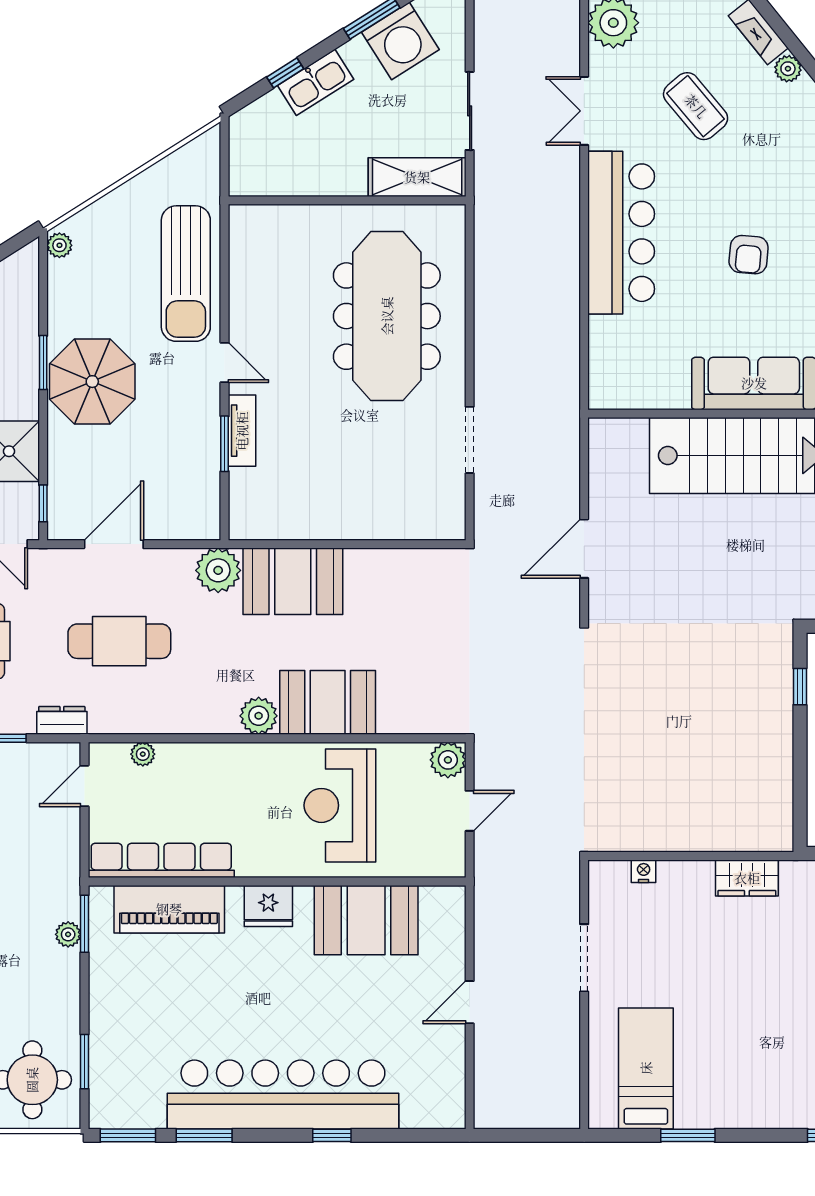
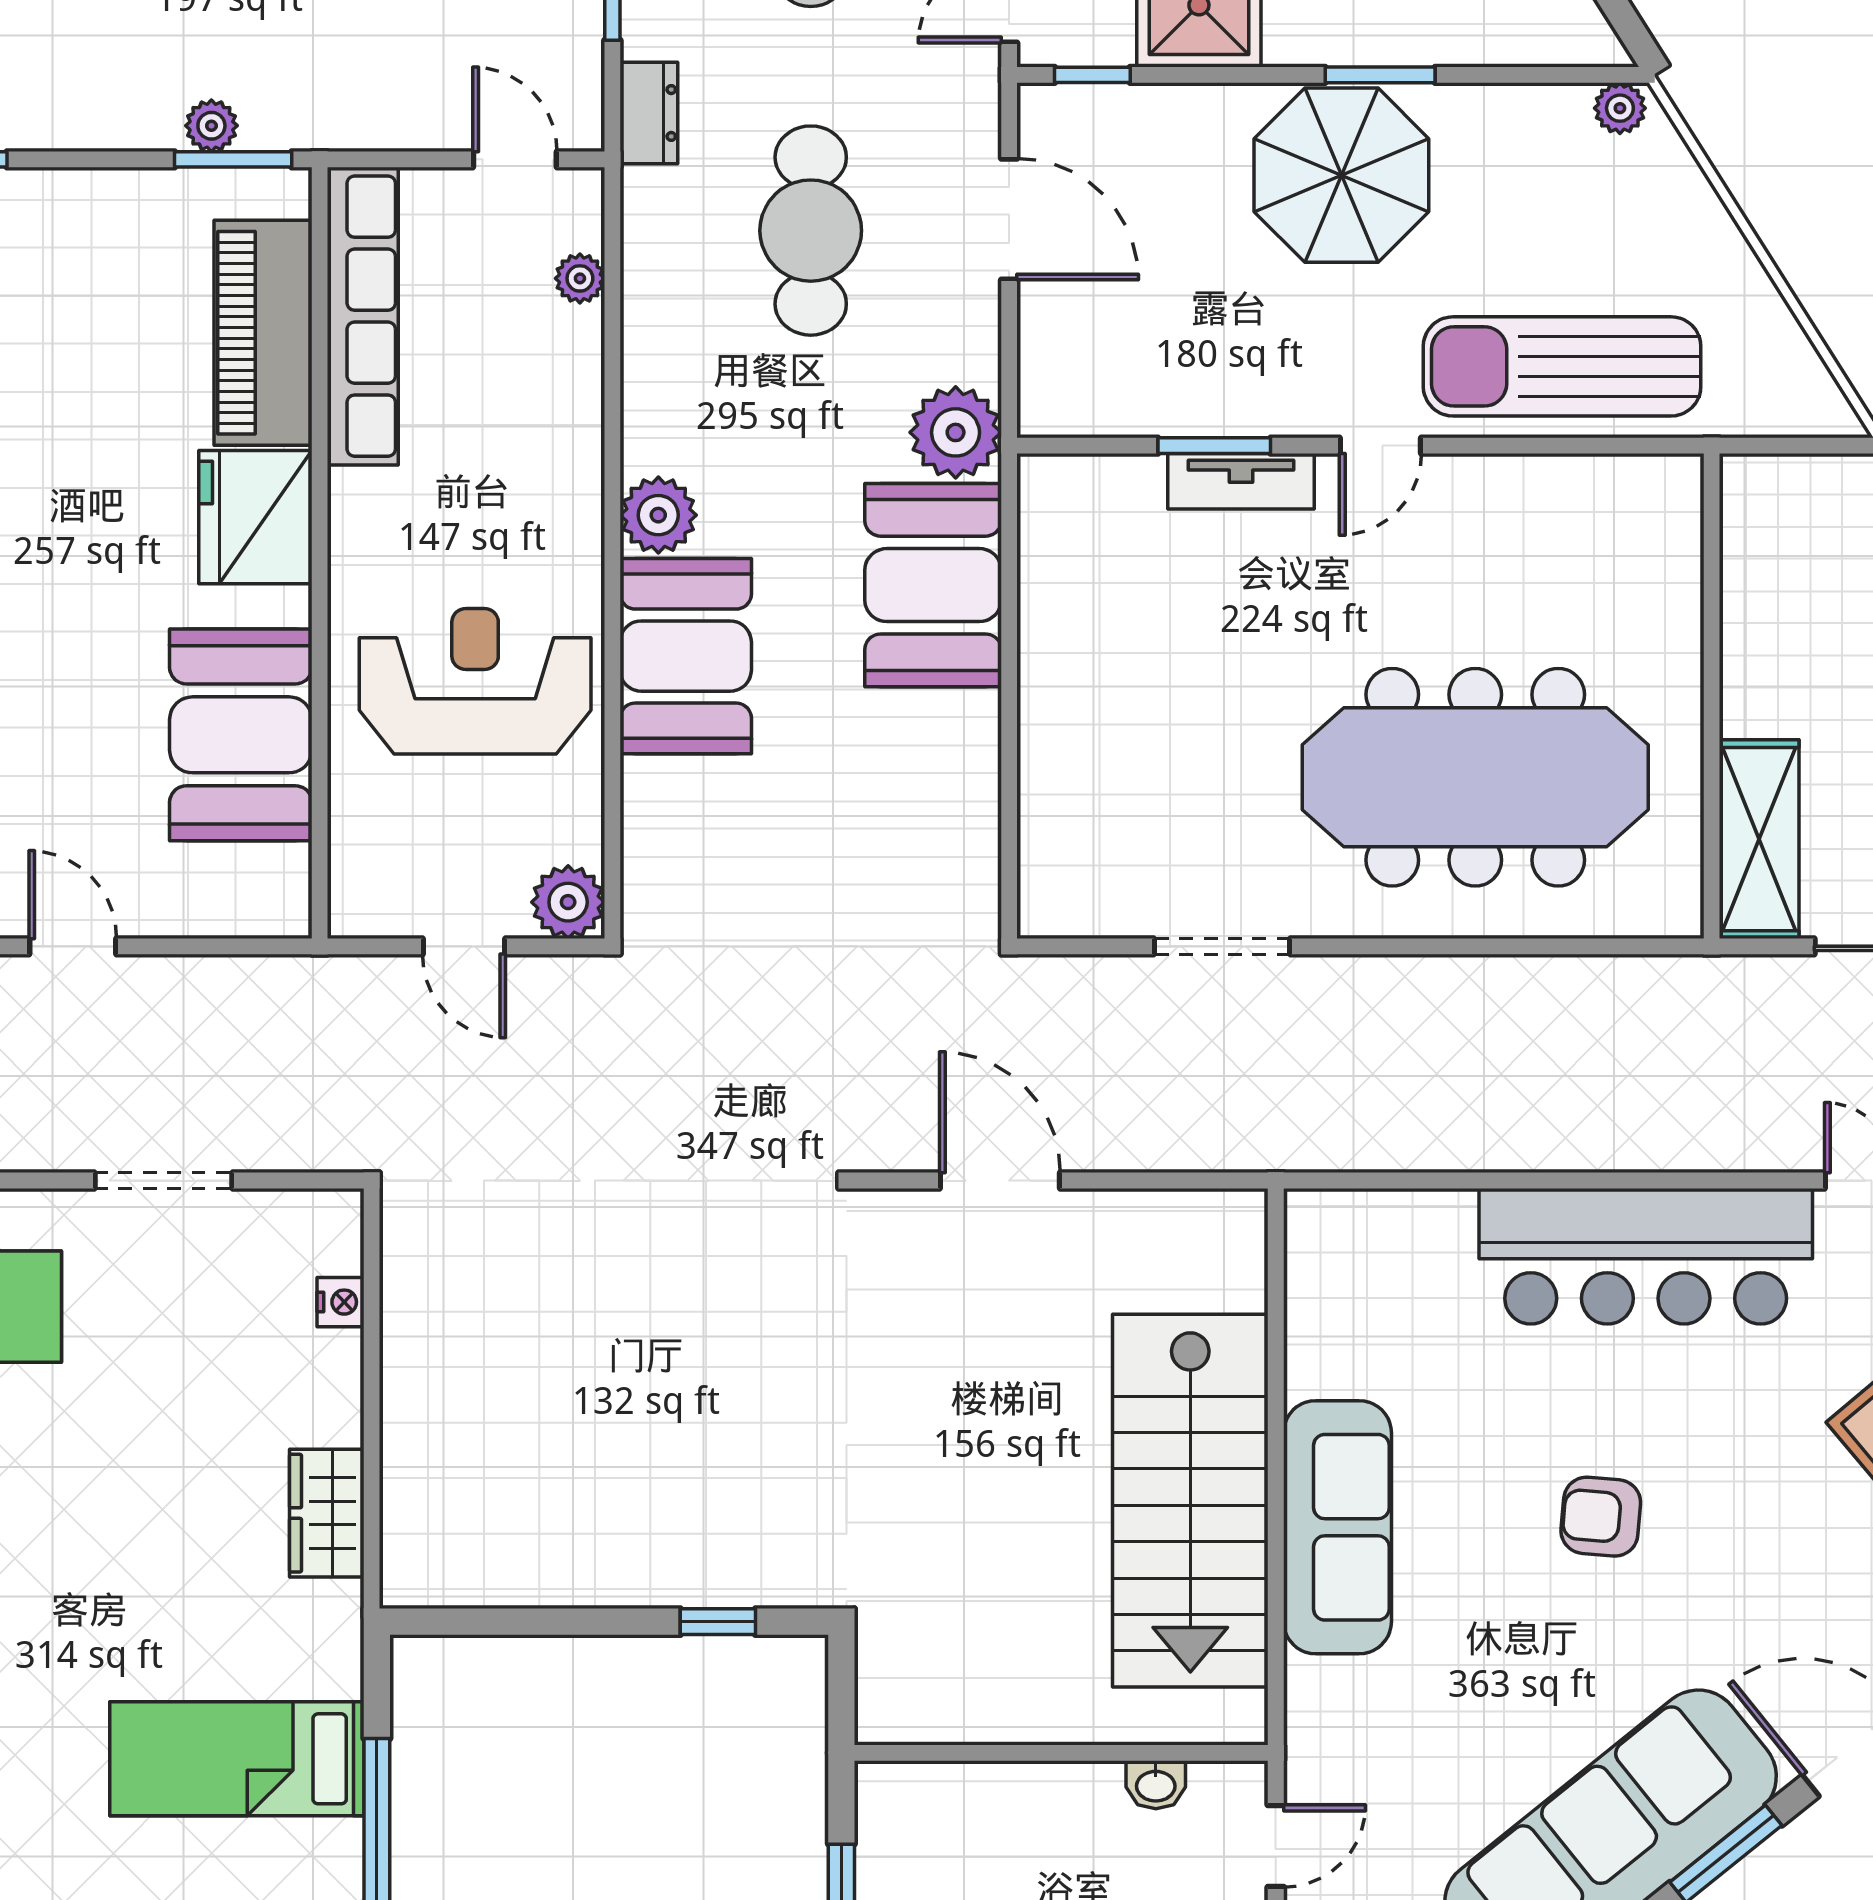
fridge: (268, 906) -> (255, 517), width x1.36, depth x1.34

